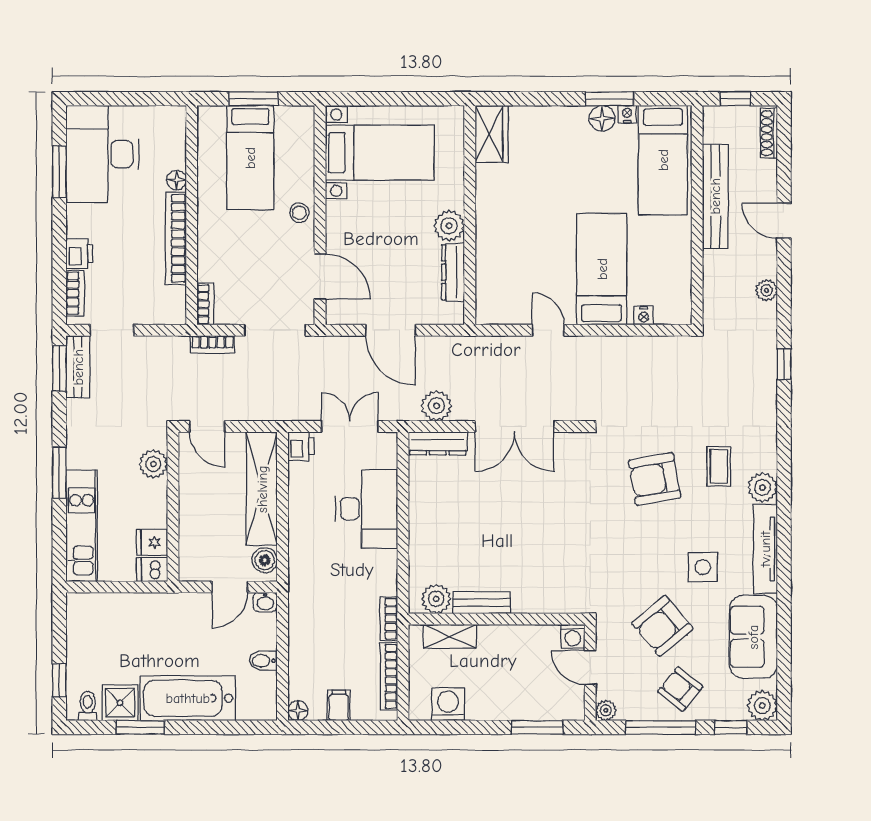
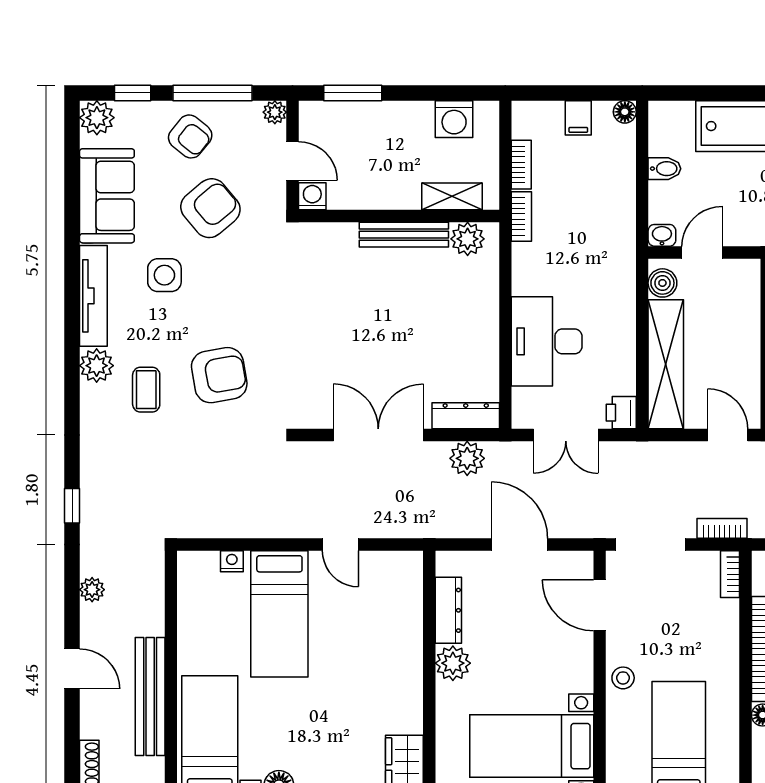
bench: (482, 603) -> (404, 235), width x1.36
bookcase: (389, 676) -> (521, 165), width x0.64

